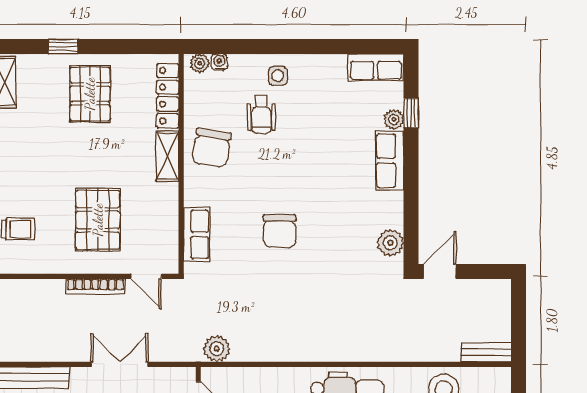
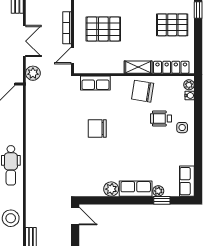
plant: (390, 243) -> (111, 189), moved
plant: (217, 349) -> (33, 73), moved

